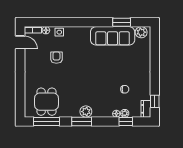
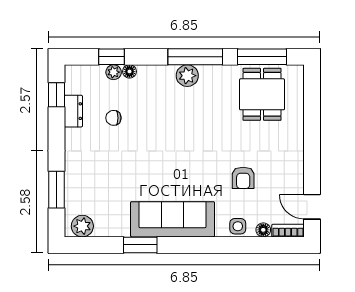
window: (122, 22) -> (140, 245), moved
sofa: (113, 36) -> (173, 219), moved
window: (155, 51) -> (56, 190), added
dresser: (146, 109) -> (73, 111), moved
window: (82, 121) -> (195, 57), width x1.44

